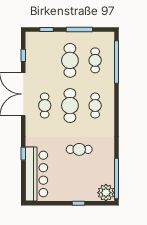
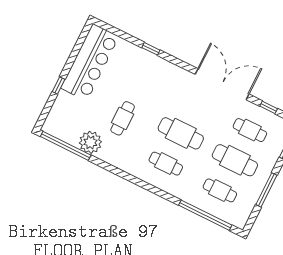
cafe table: (45, 106) -> (250, 130), moved
bar counter: (36, 174) -> (90, 62), moved, turned -90
plant: (106, 193) -> (90, 142), moved

